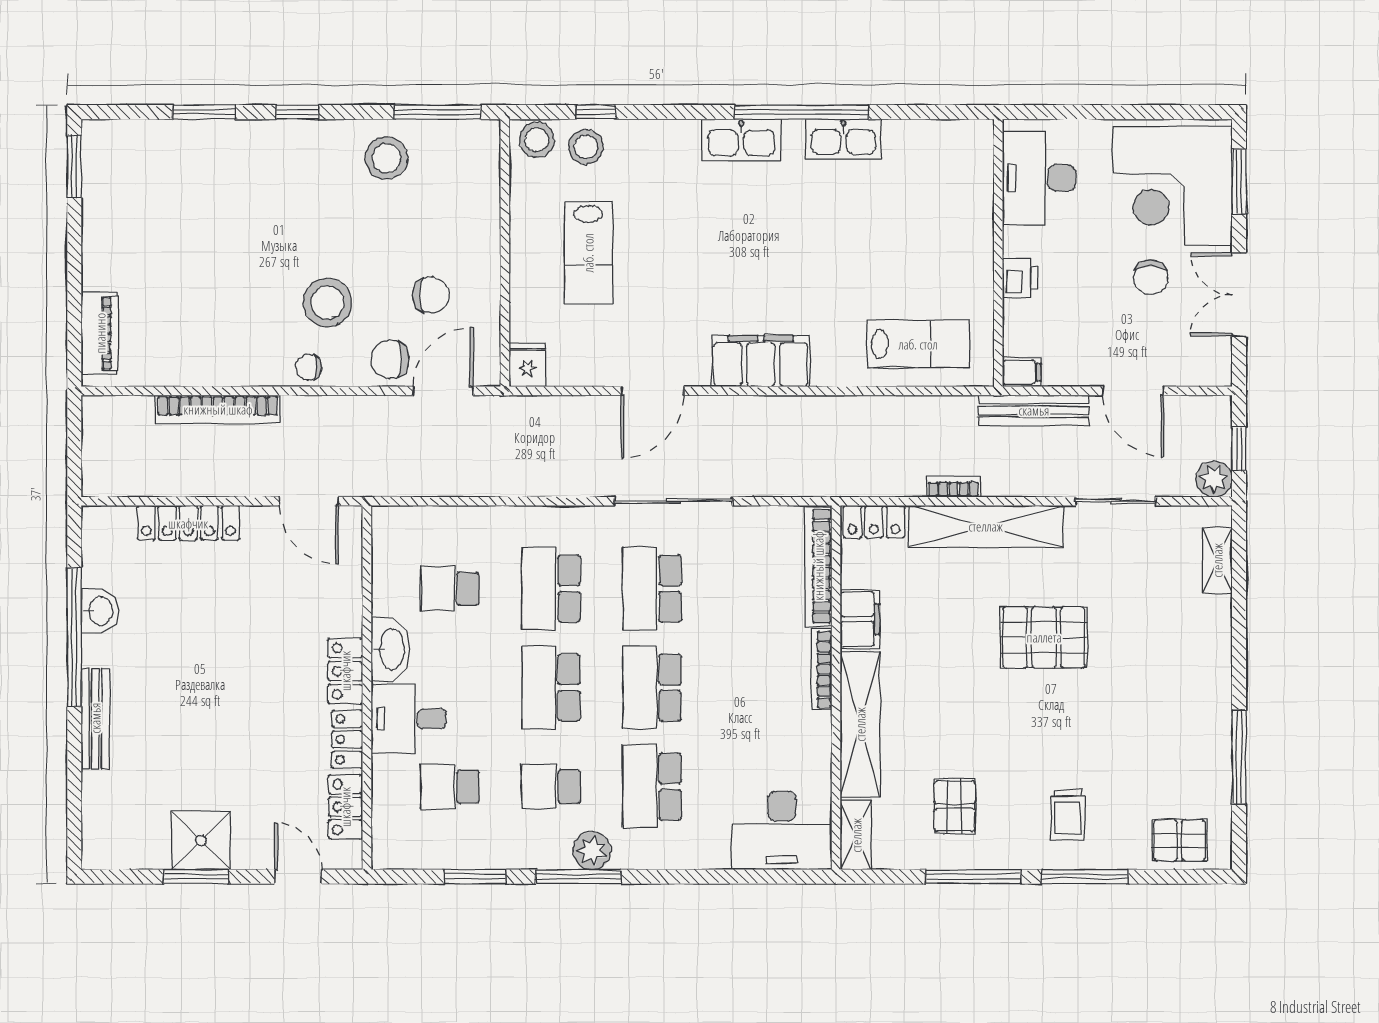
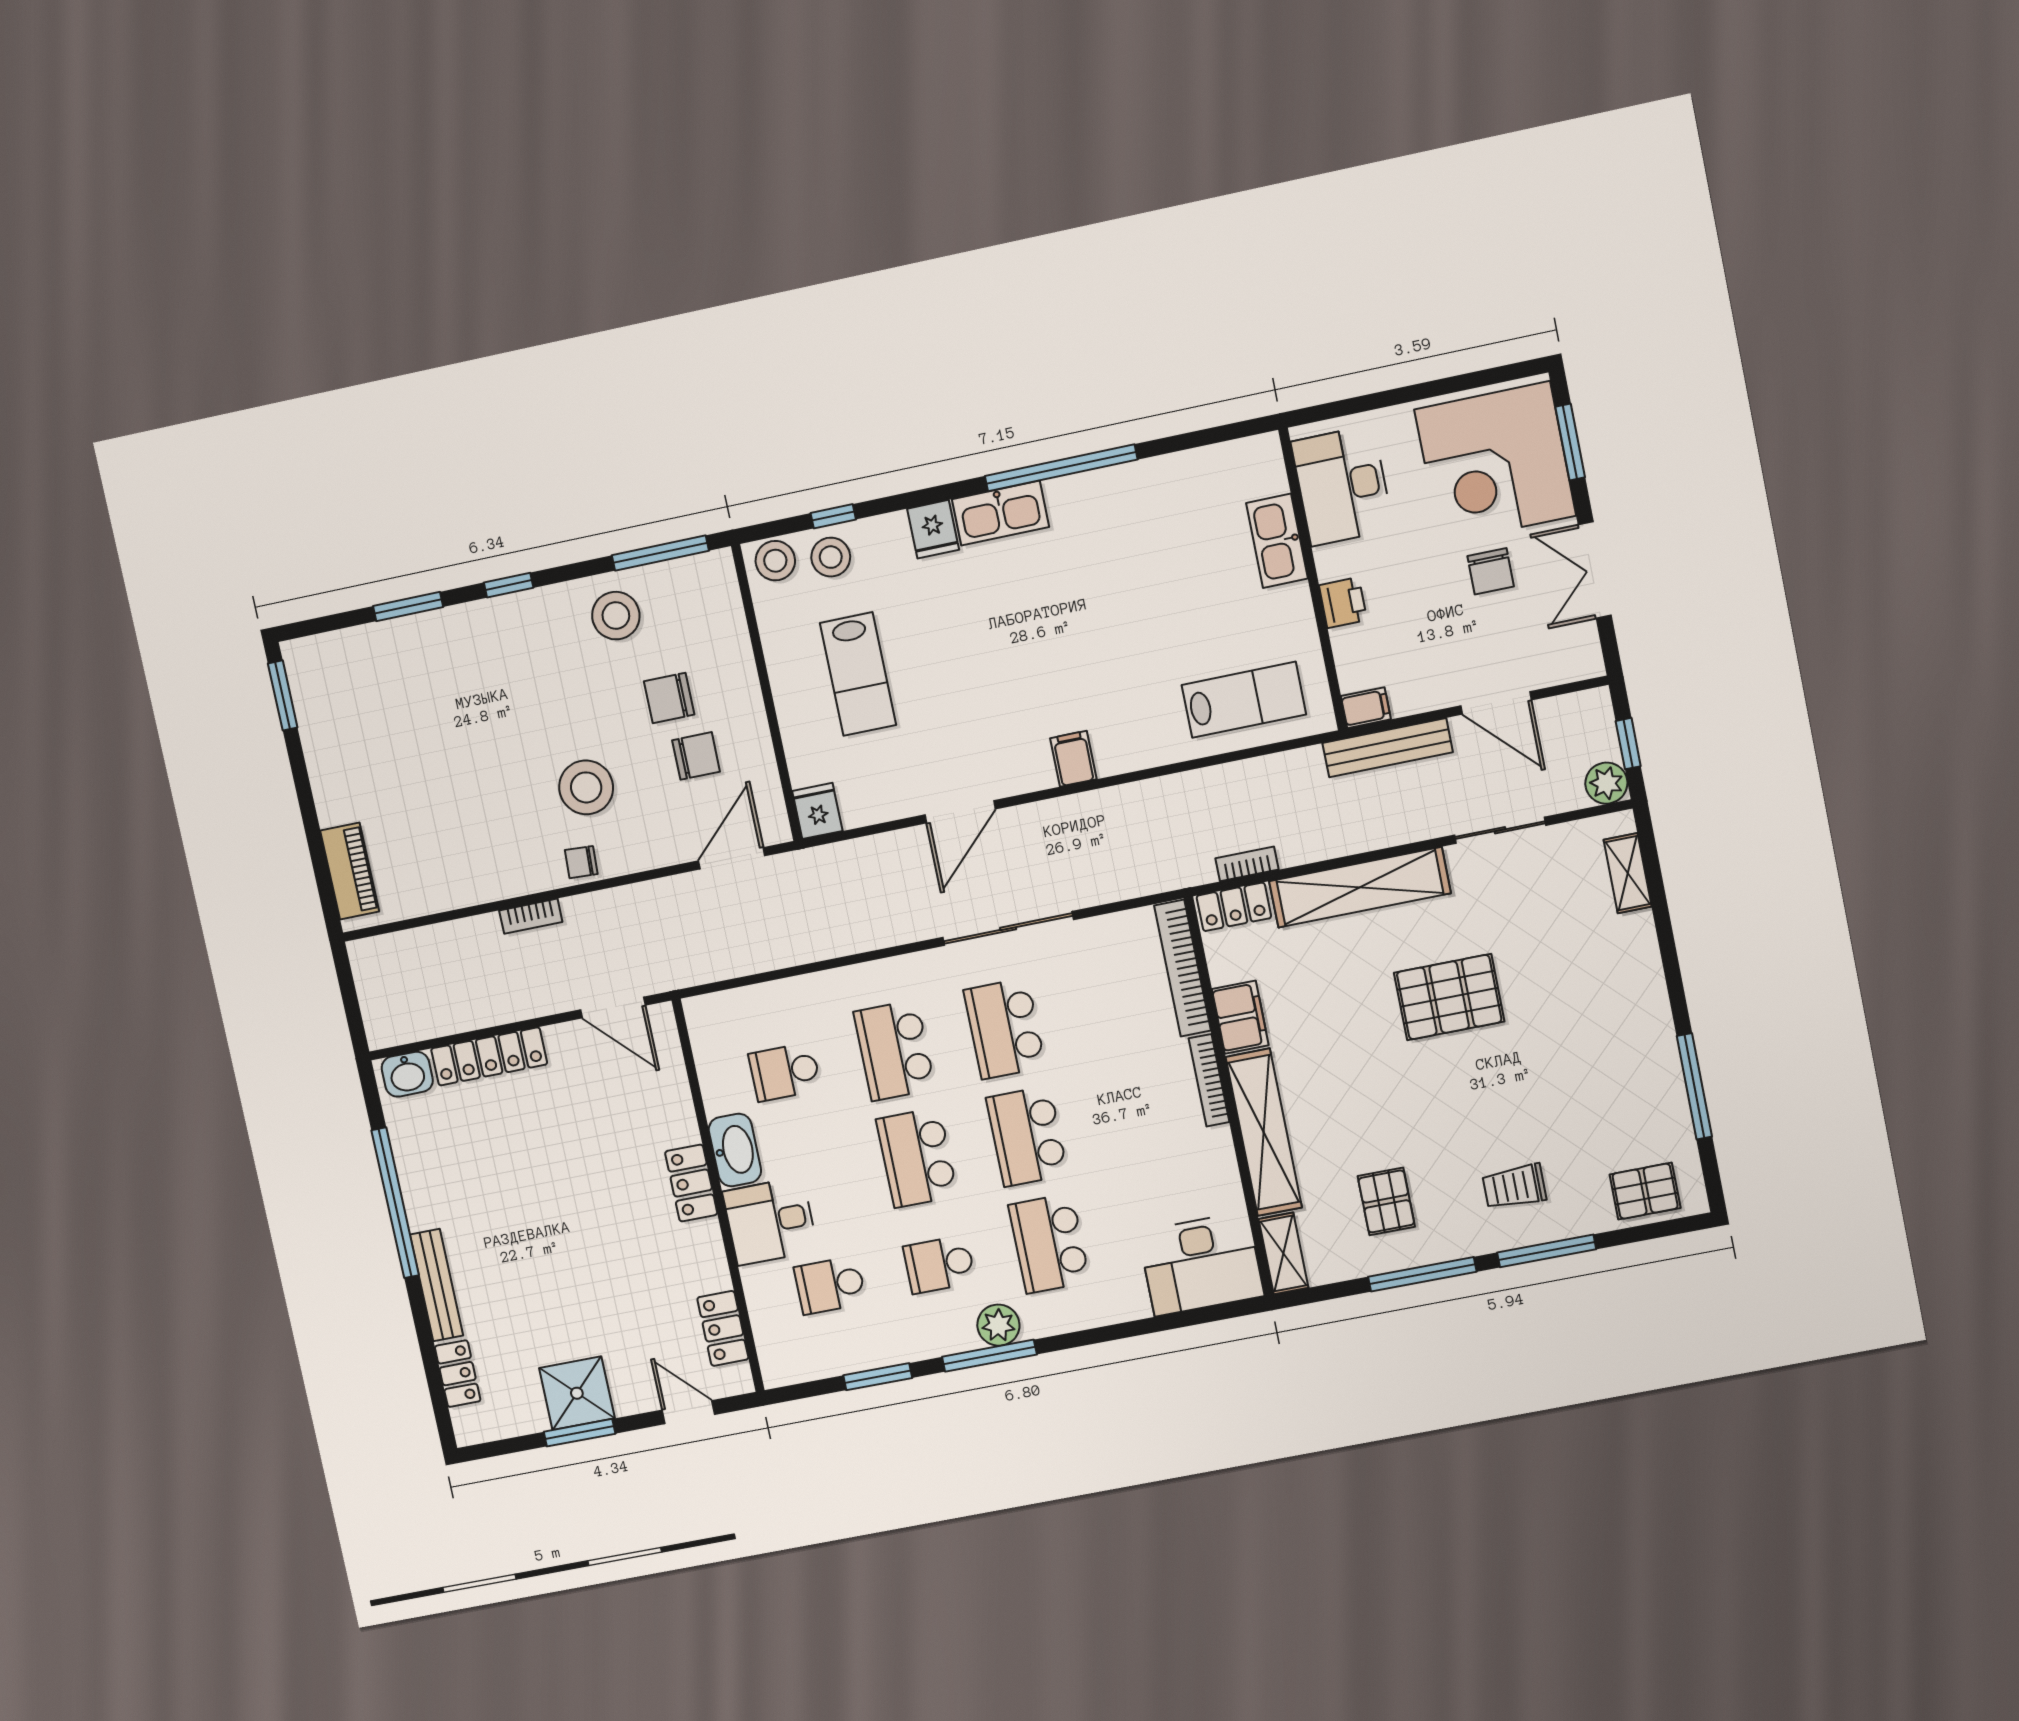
kitchen sink: (843, 139) -> (1277, 541), moved, turned 90
fridge: (680, 141) -> (933, 529), added
chair: (390, 359) -> (669, 698), moved
filing cabinet: (761, 361) -> (1073, 759), width x0.33, depth x0.86
bookcase: (218, 409) -> (531, 916), width x0.43, depth x0.76
bookcase: (954, 487) -> (1247, 864), moved
washbasin: (100, 611) -> (407, 1074), moved, turned 90
locker: (347, 739) -> (458, 1374), moved, turned 180
trolley: (1068, 815) -> (1514, 1187), turned 90

